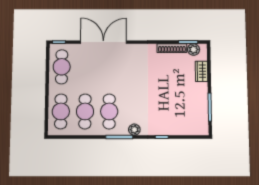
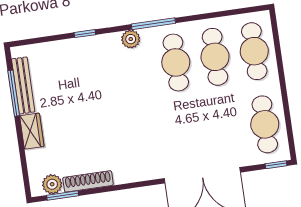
wardrobe: (201, 71) -> (32, 131), moved
bench: (203, 111) -> (23, 85), added

